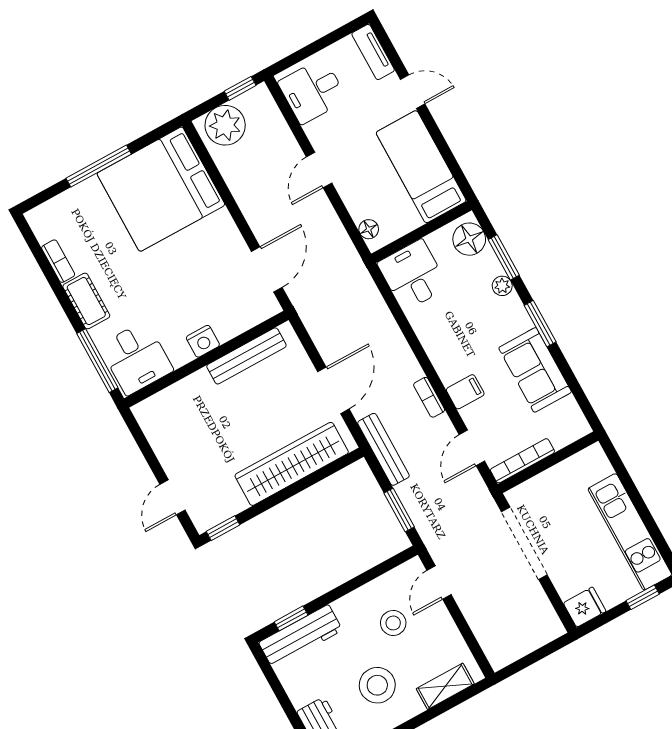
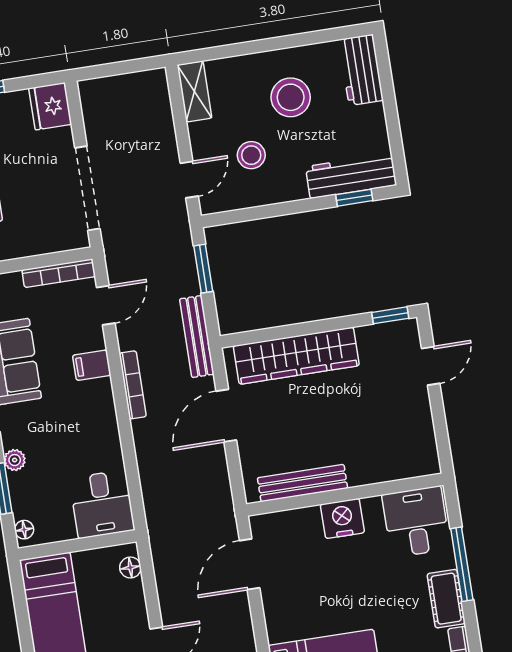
floor lamp: (469, 239) -> (24, 530), width x0.53, depth x0.53
nightstand: (203, 341) -> (342, 518), width x1.36, depth x1.33
window: (97, 361) -> (462, 564), moved
bookcase: (429, 397) -> (133, 385), width x1.56
fridge: (585, 607) -> (50, 106), width x1.38
shelving: (445, 686) -> (194, 91), moved, turned 90

